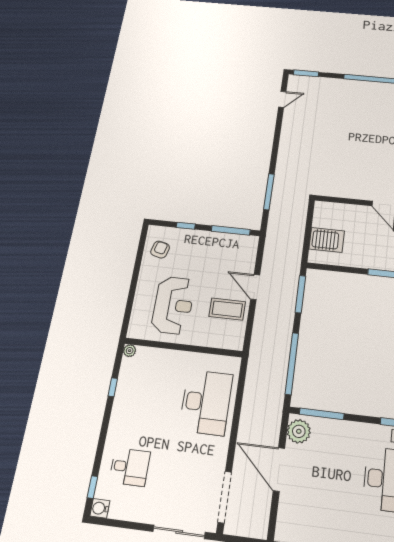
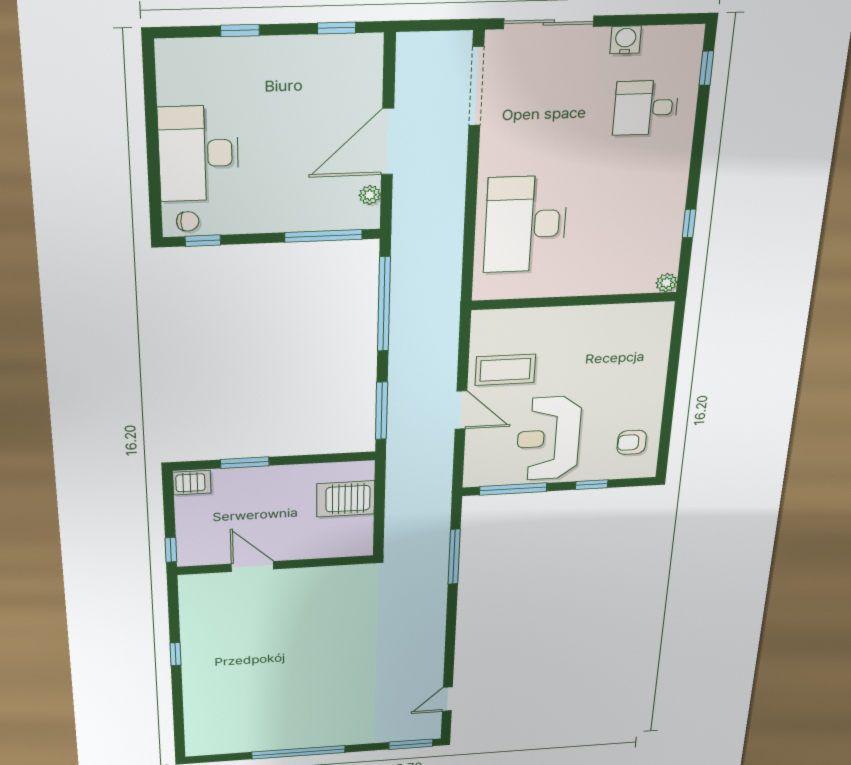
armchair: (160, 250) -> (632, 442), turned 76
reception desk: (173, 305) -> (548, 438), moved
plant: (299, 431) -> (370, 195), width x0.53, depth x0.53
door: (279, 469) -> (388, 142), swing flipped
water cooler: (100, 508) -> (626, 40), moved, turned -90

